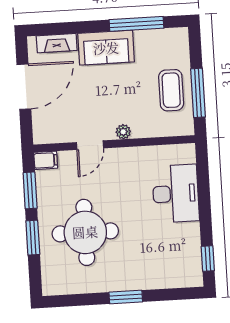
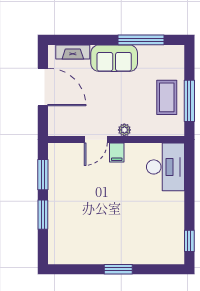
door: (24, 87) -> (43, 87), hinge flipped
filing cabinet: (46, 160) -> (117, 153), moved, turned 90
desk: (176, 194) -> (165, 167), moved
round table: (85, 232) -> (87, 213), removed

